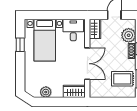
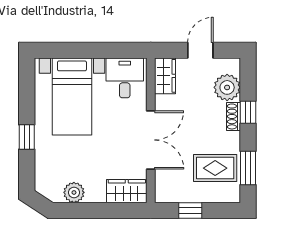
window: (20, 45) -> (27, 137), moved
window: (109, 102) -> (190, 210), added

